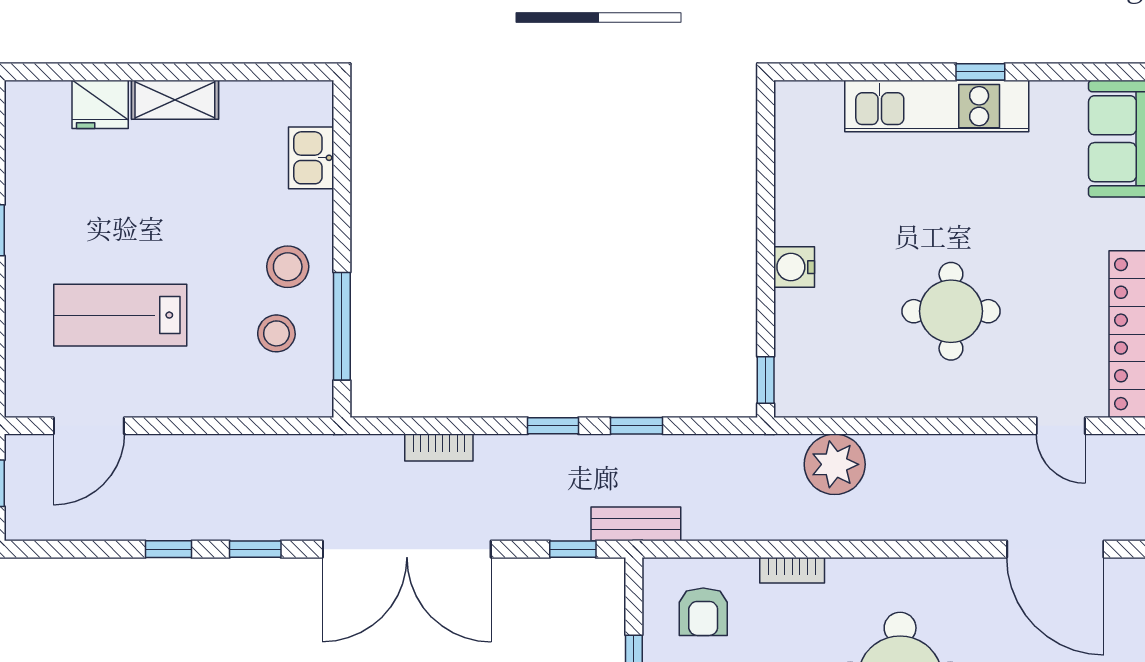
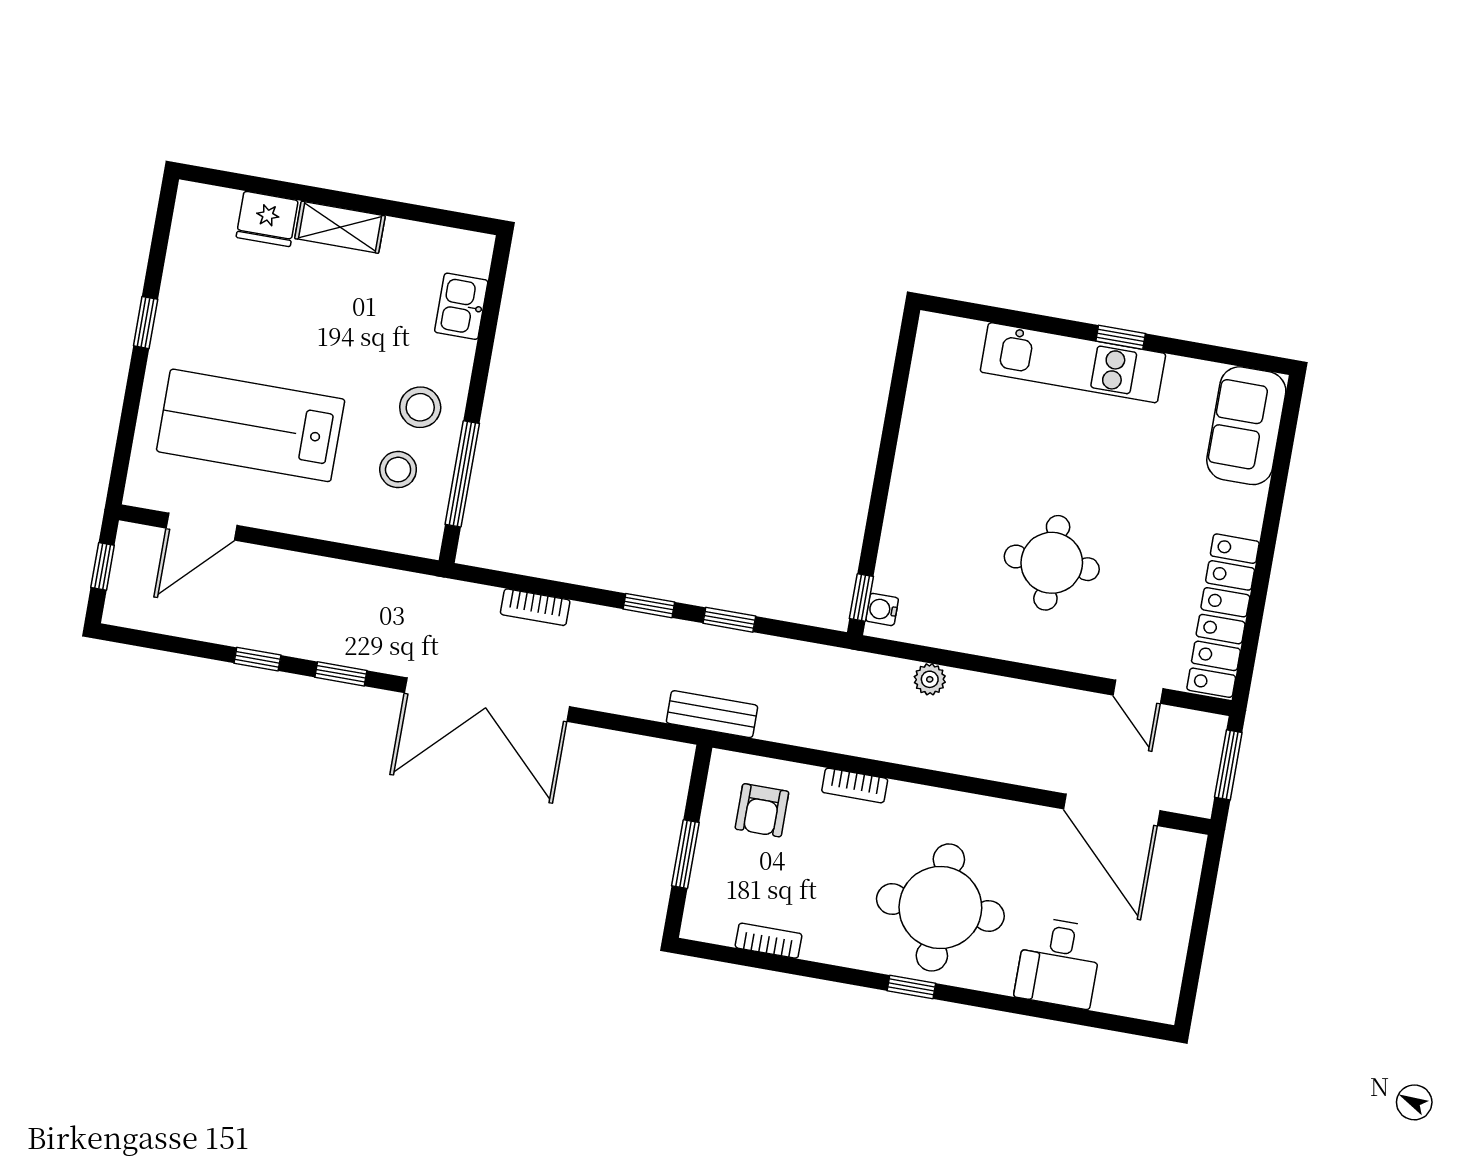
water cooler: (794, 267) -> (882, 609), moved, width x0.72, depth x0.72
lab bench: (120, 315) -> (251, 425), width x1.36, depth x1.39
plant: (835, 464) -> (930, 679), width x0.53, depth x0.53
window: (573, 549) -> (647, 728), removed

